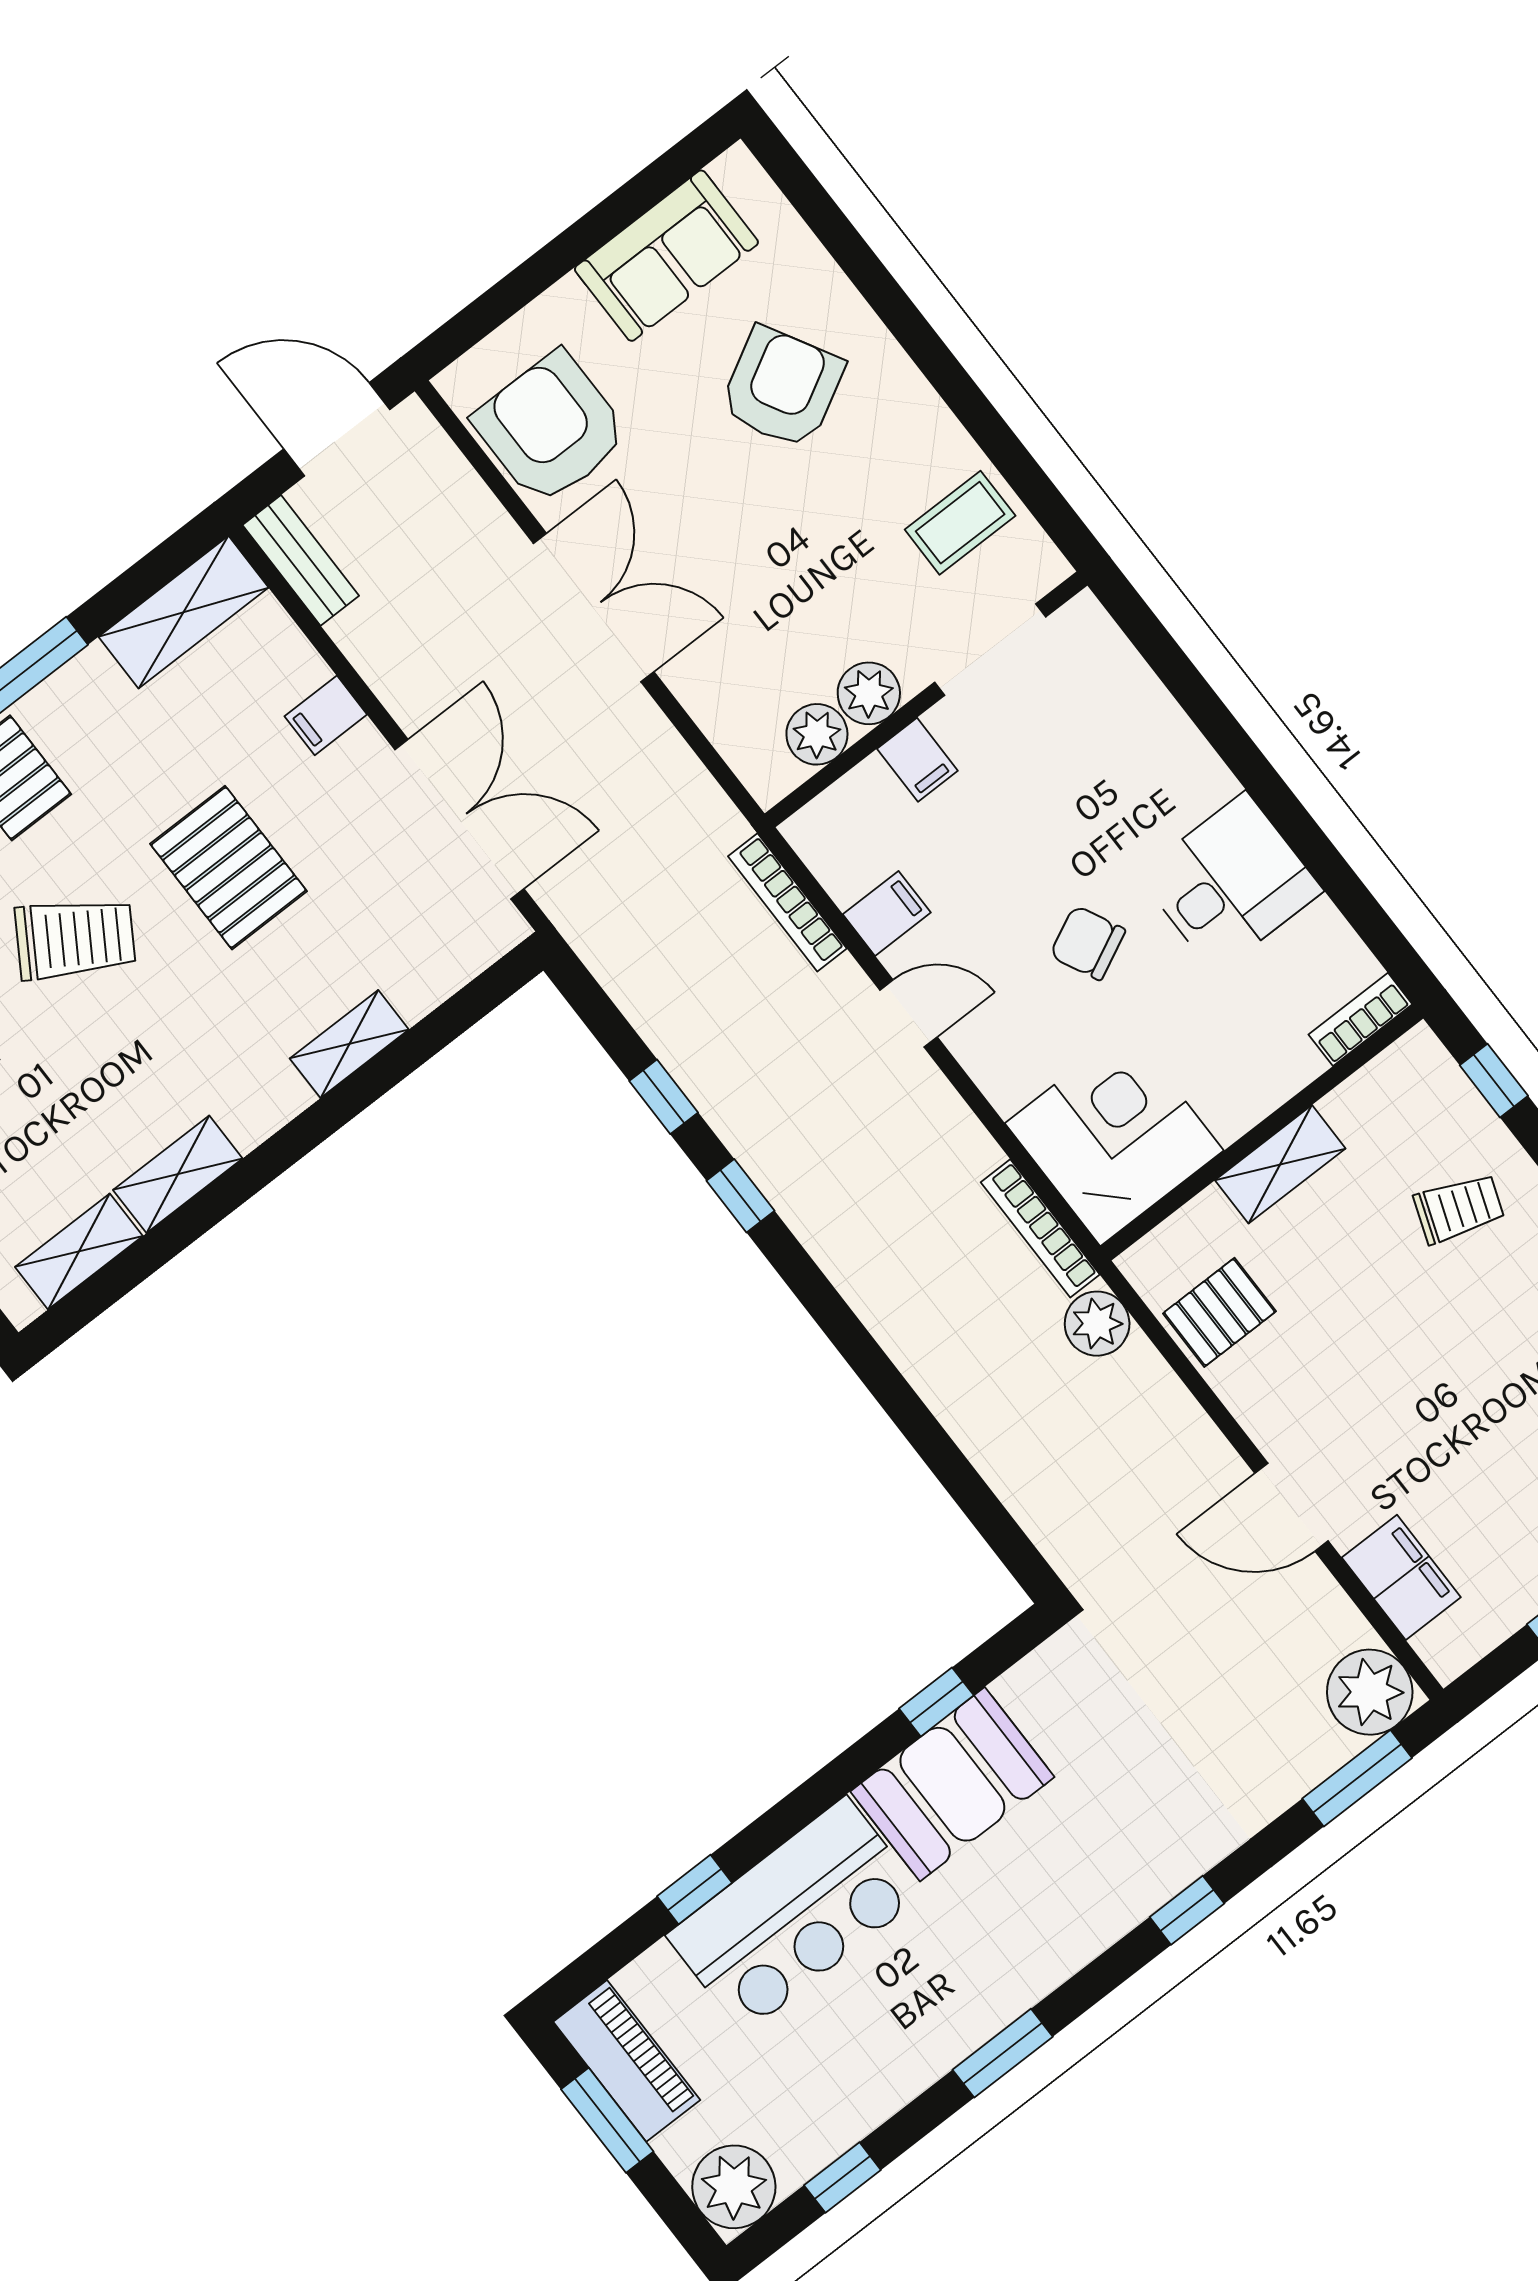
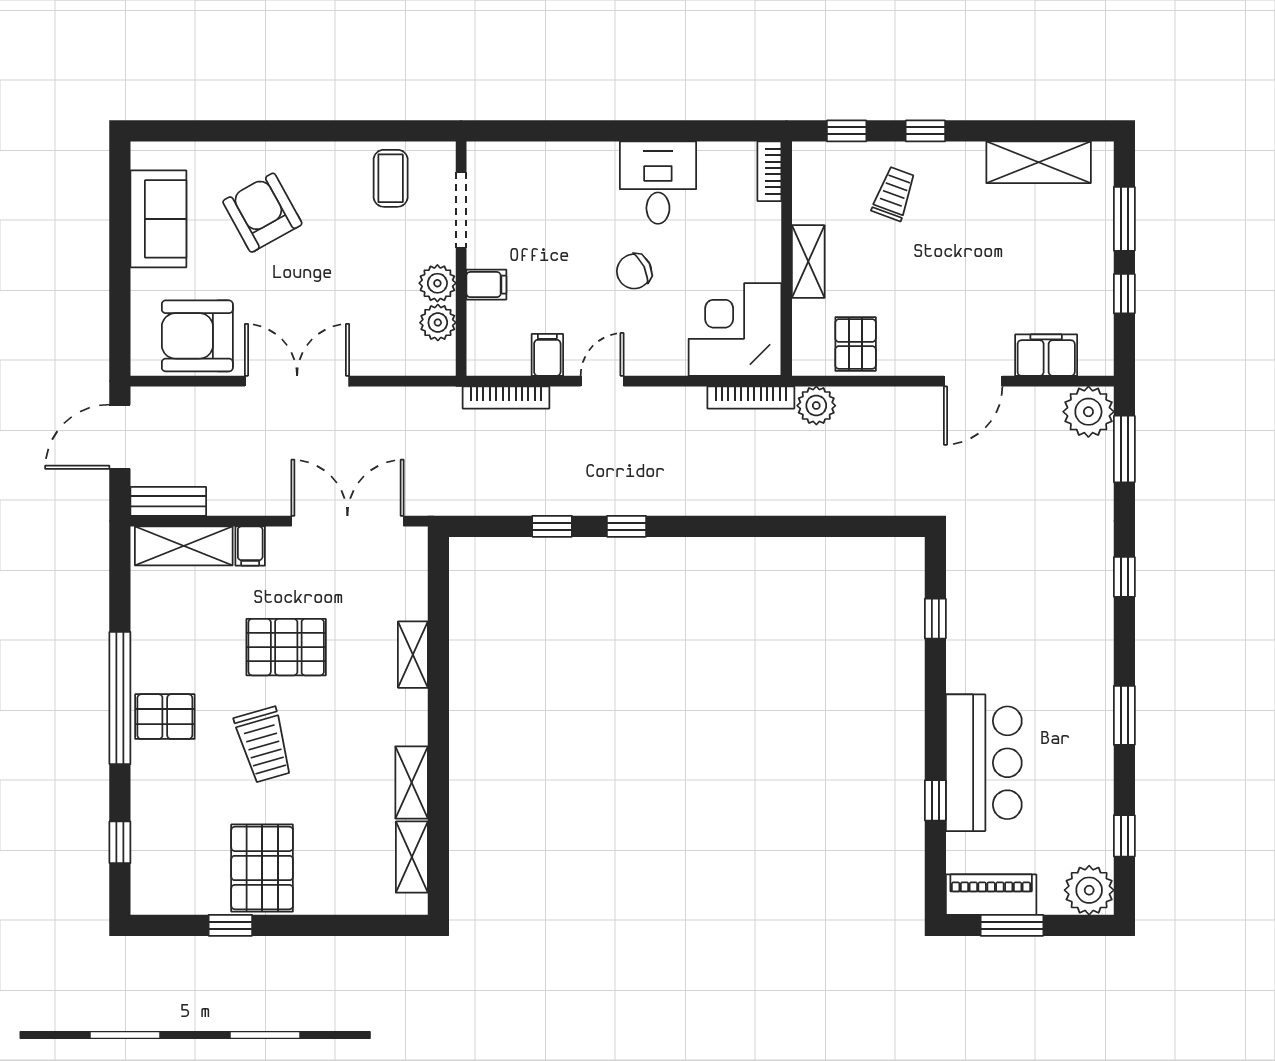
shelving: (184, 612) -> (184, 546), moved, turned 90
trolley: (75, 939) -> (264, 745), turned 132
booth: (952, 1784) -> (980, 641), removed

